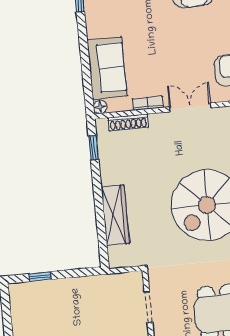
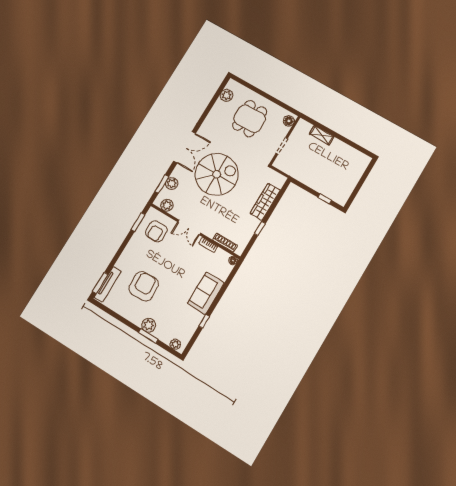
sofa: (107, 68) -> (206, 293), moved
window: (94, 148) -> (260, 228), moved

